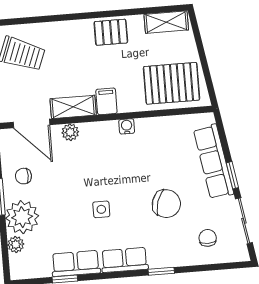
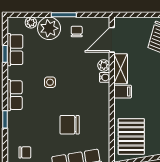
water cooler: (127, 126) -> (105, 77), moved
chair: (166, 204) -> (70, 125), moved, turned 72
row of seats: (76, 263) -> (15, 50), moved

